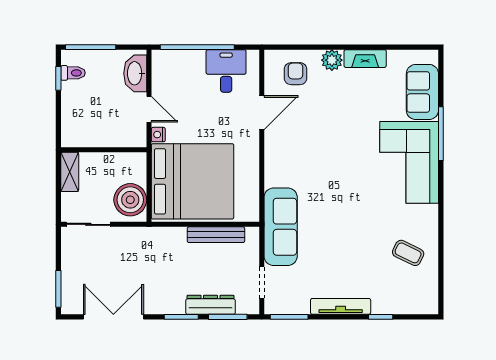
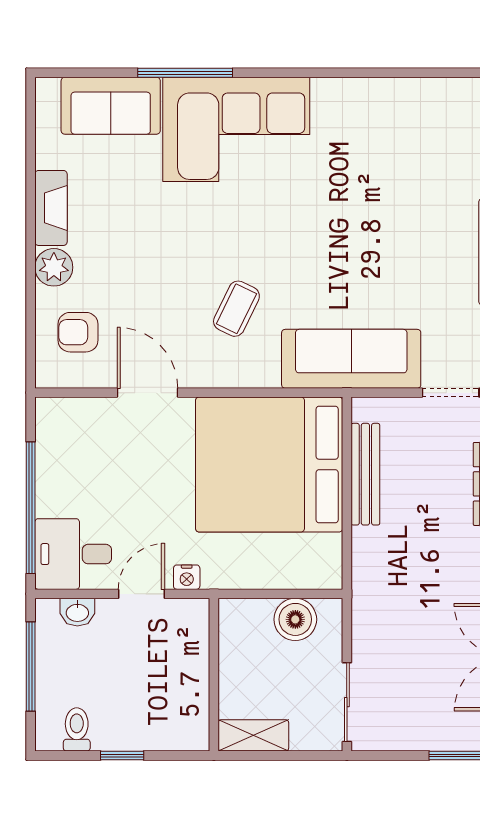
window: (91, 47) -> (31, 667), moved
desk: (226, 71) -> (73, 554), moved
washbasin: (135, 73) -> (77, 612), width x0.52, depth x0.69
window: (58, 78) -> (122, 756), moved
bed: (192, 181) -> (269, 464), moved, turned -90
boiler: (130, 200) -> (295, 619), width x0.73, depth x0.73
coffee table: (408, 253) -> (236, 309), moved

